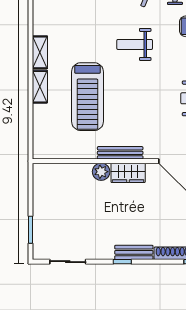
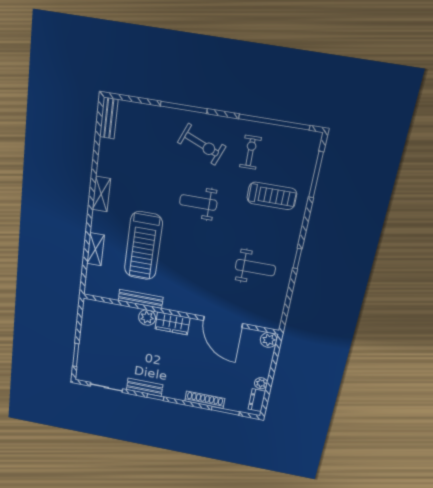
shelving: (40, 87) -> (95, 249), moved
bench: (120, 153) -> (141, 299), moved
bench: (134, 252) -> (145, 387), moved

